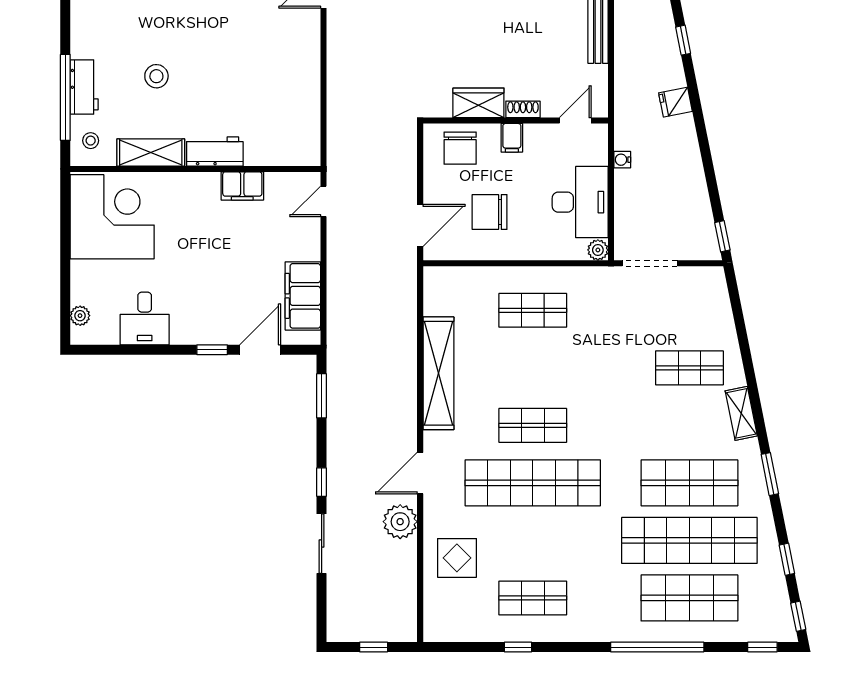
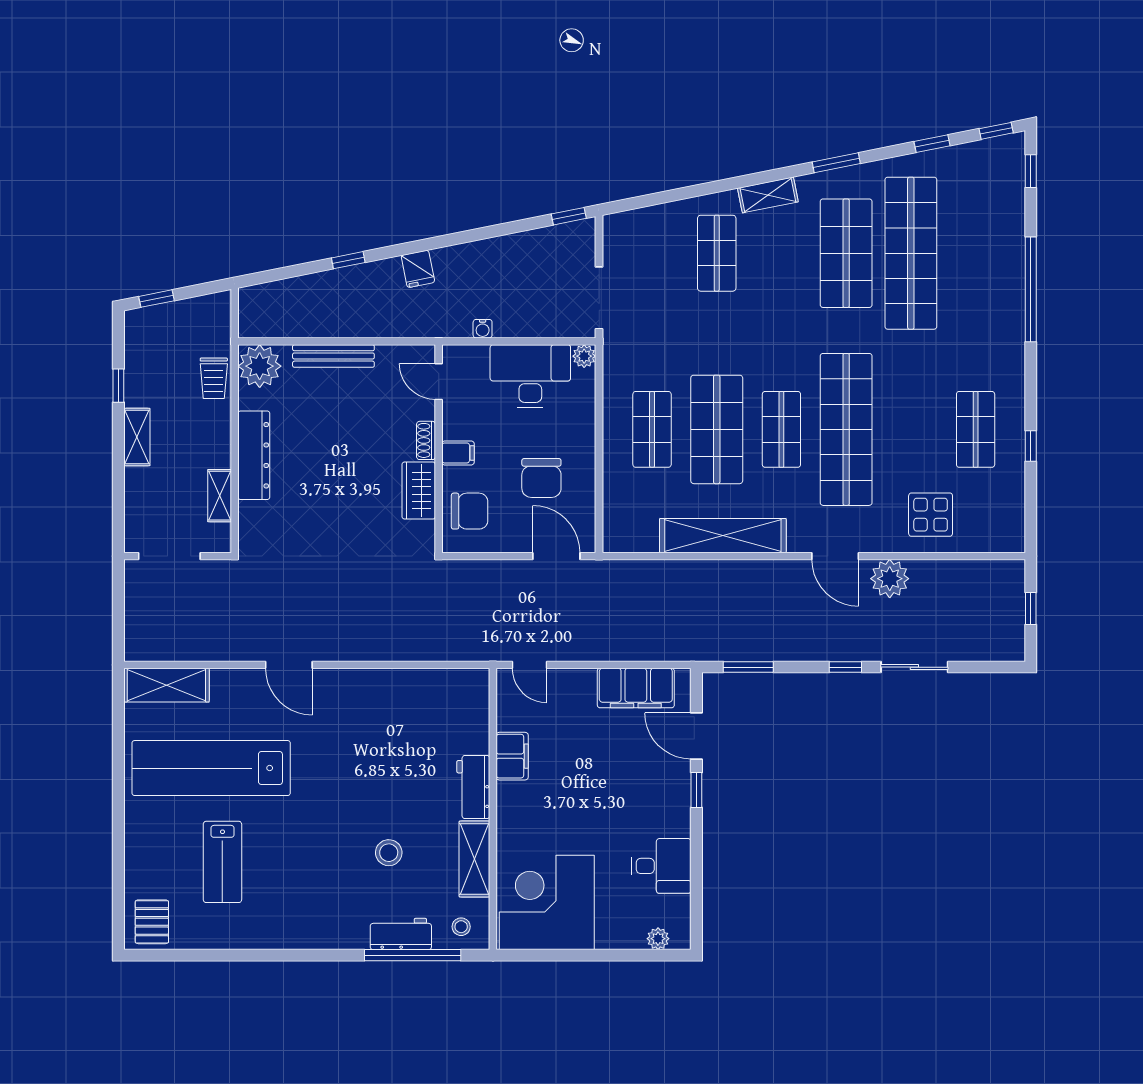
shop shelf: (689, 598) -> (717, 429), moved

